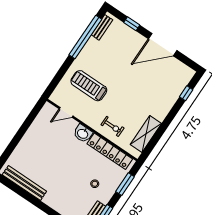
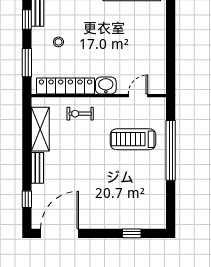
bench: (102, 27) -> (37, 168), moved
window: (85, 37) -> (171, 150), moved
door: (163, 45) -> (60, 233), moved
treadmill: (89, 86) -> (133, 139), turned 180

